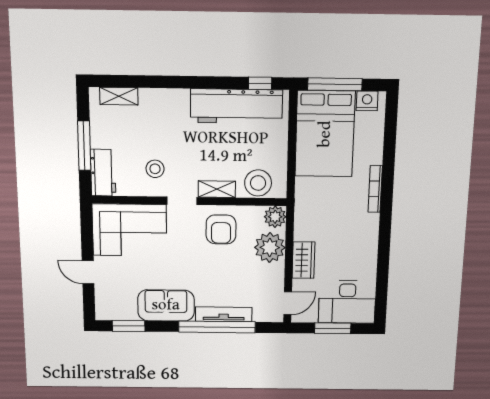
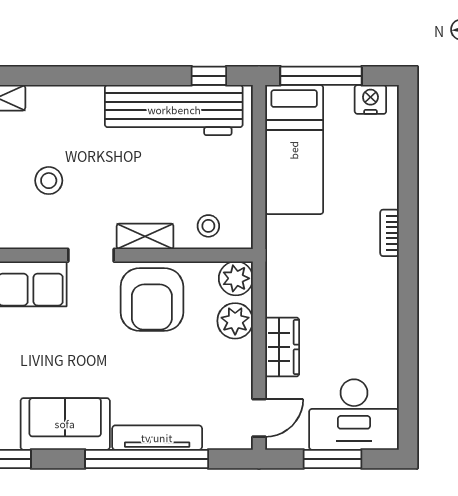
bed: (325, 134) -> (294, 150), width x0.67
stool: (155, 169) -> (49, 181), moved
stool: (258, 183) -> (208, 226), width x0.53, depth x0.53
bookcase: (375, 189) -> (390, 233), width x0.64
armchair: (221, 229) -> (152, 300), width x1.36, depth x1.36
plant: (270, 247) -> (235, 321), width x0.73, depth x0.73

